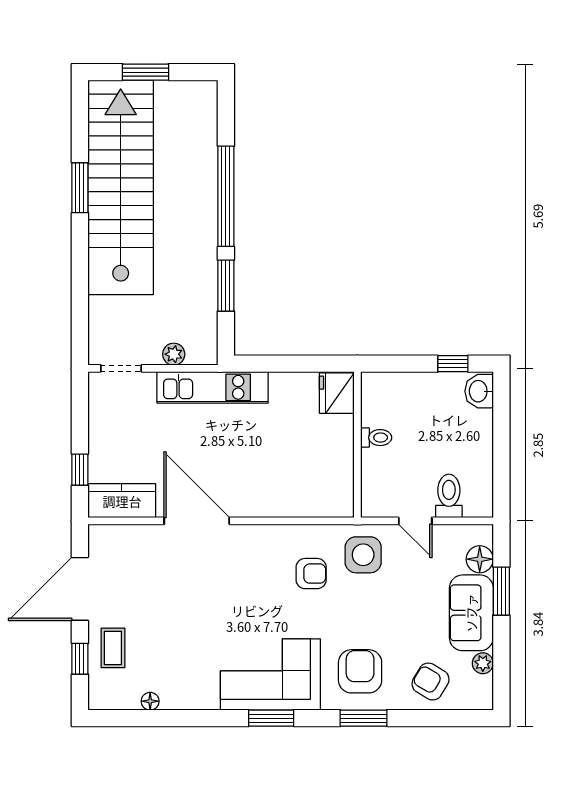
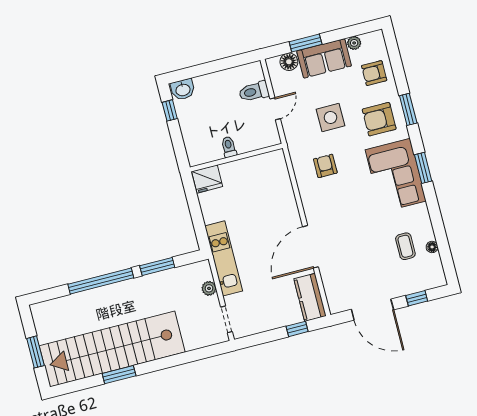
side table: (363, 555) -> (330, 117), moved
coffee table: (113, 648) -> (405, 246), moved, turned 90
armchair: (431, 682) -> (374, 73), turned 59

